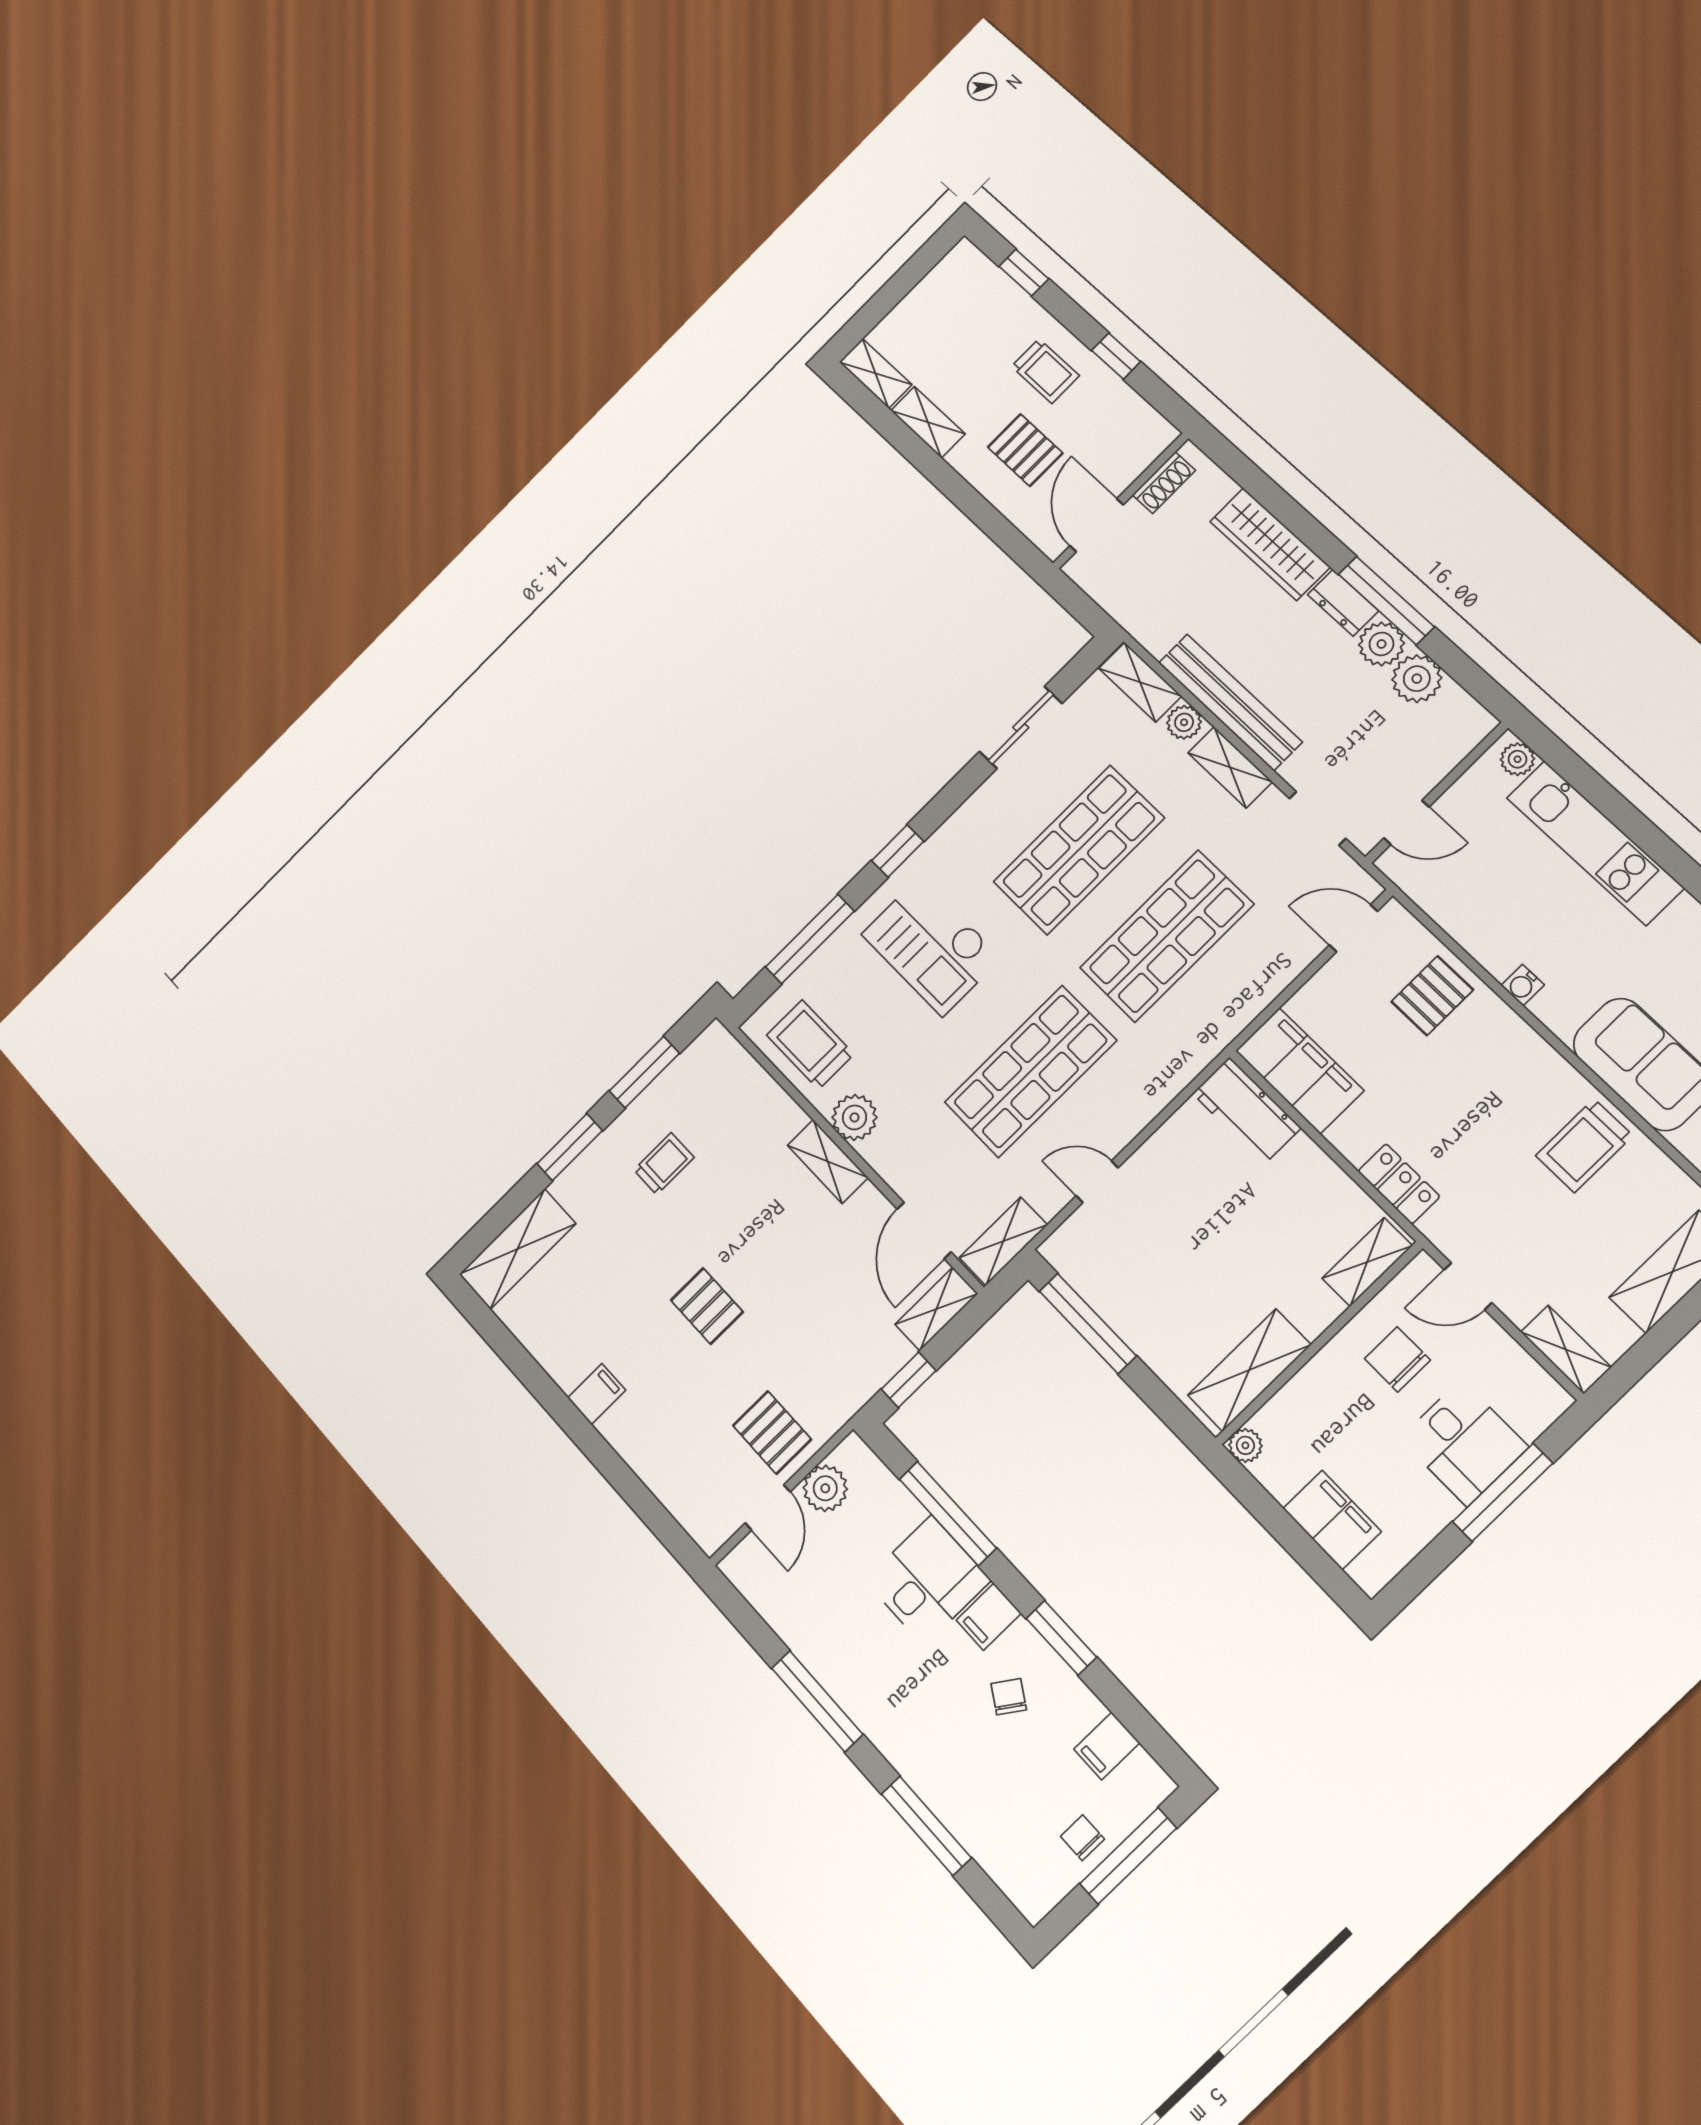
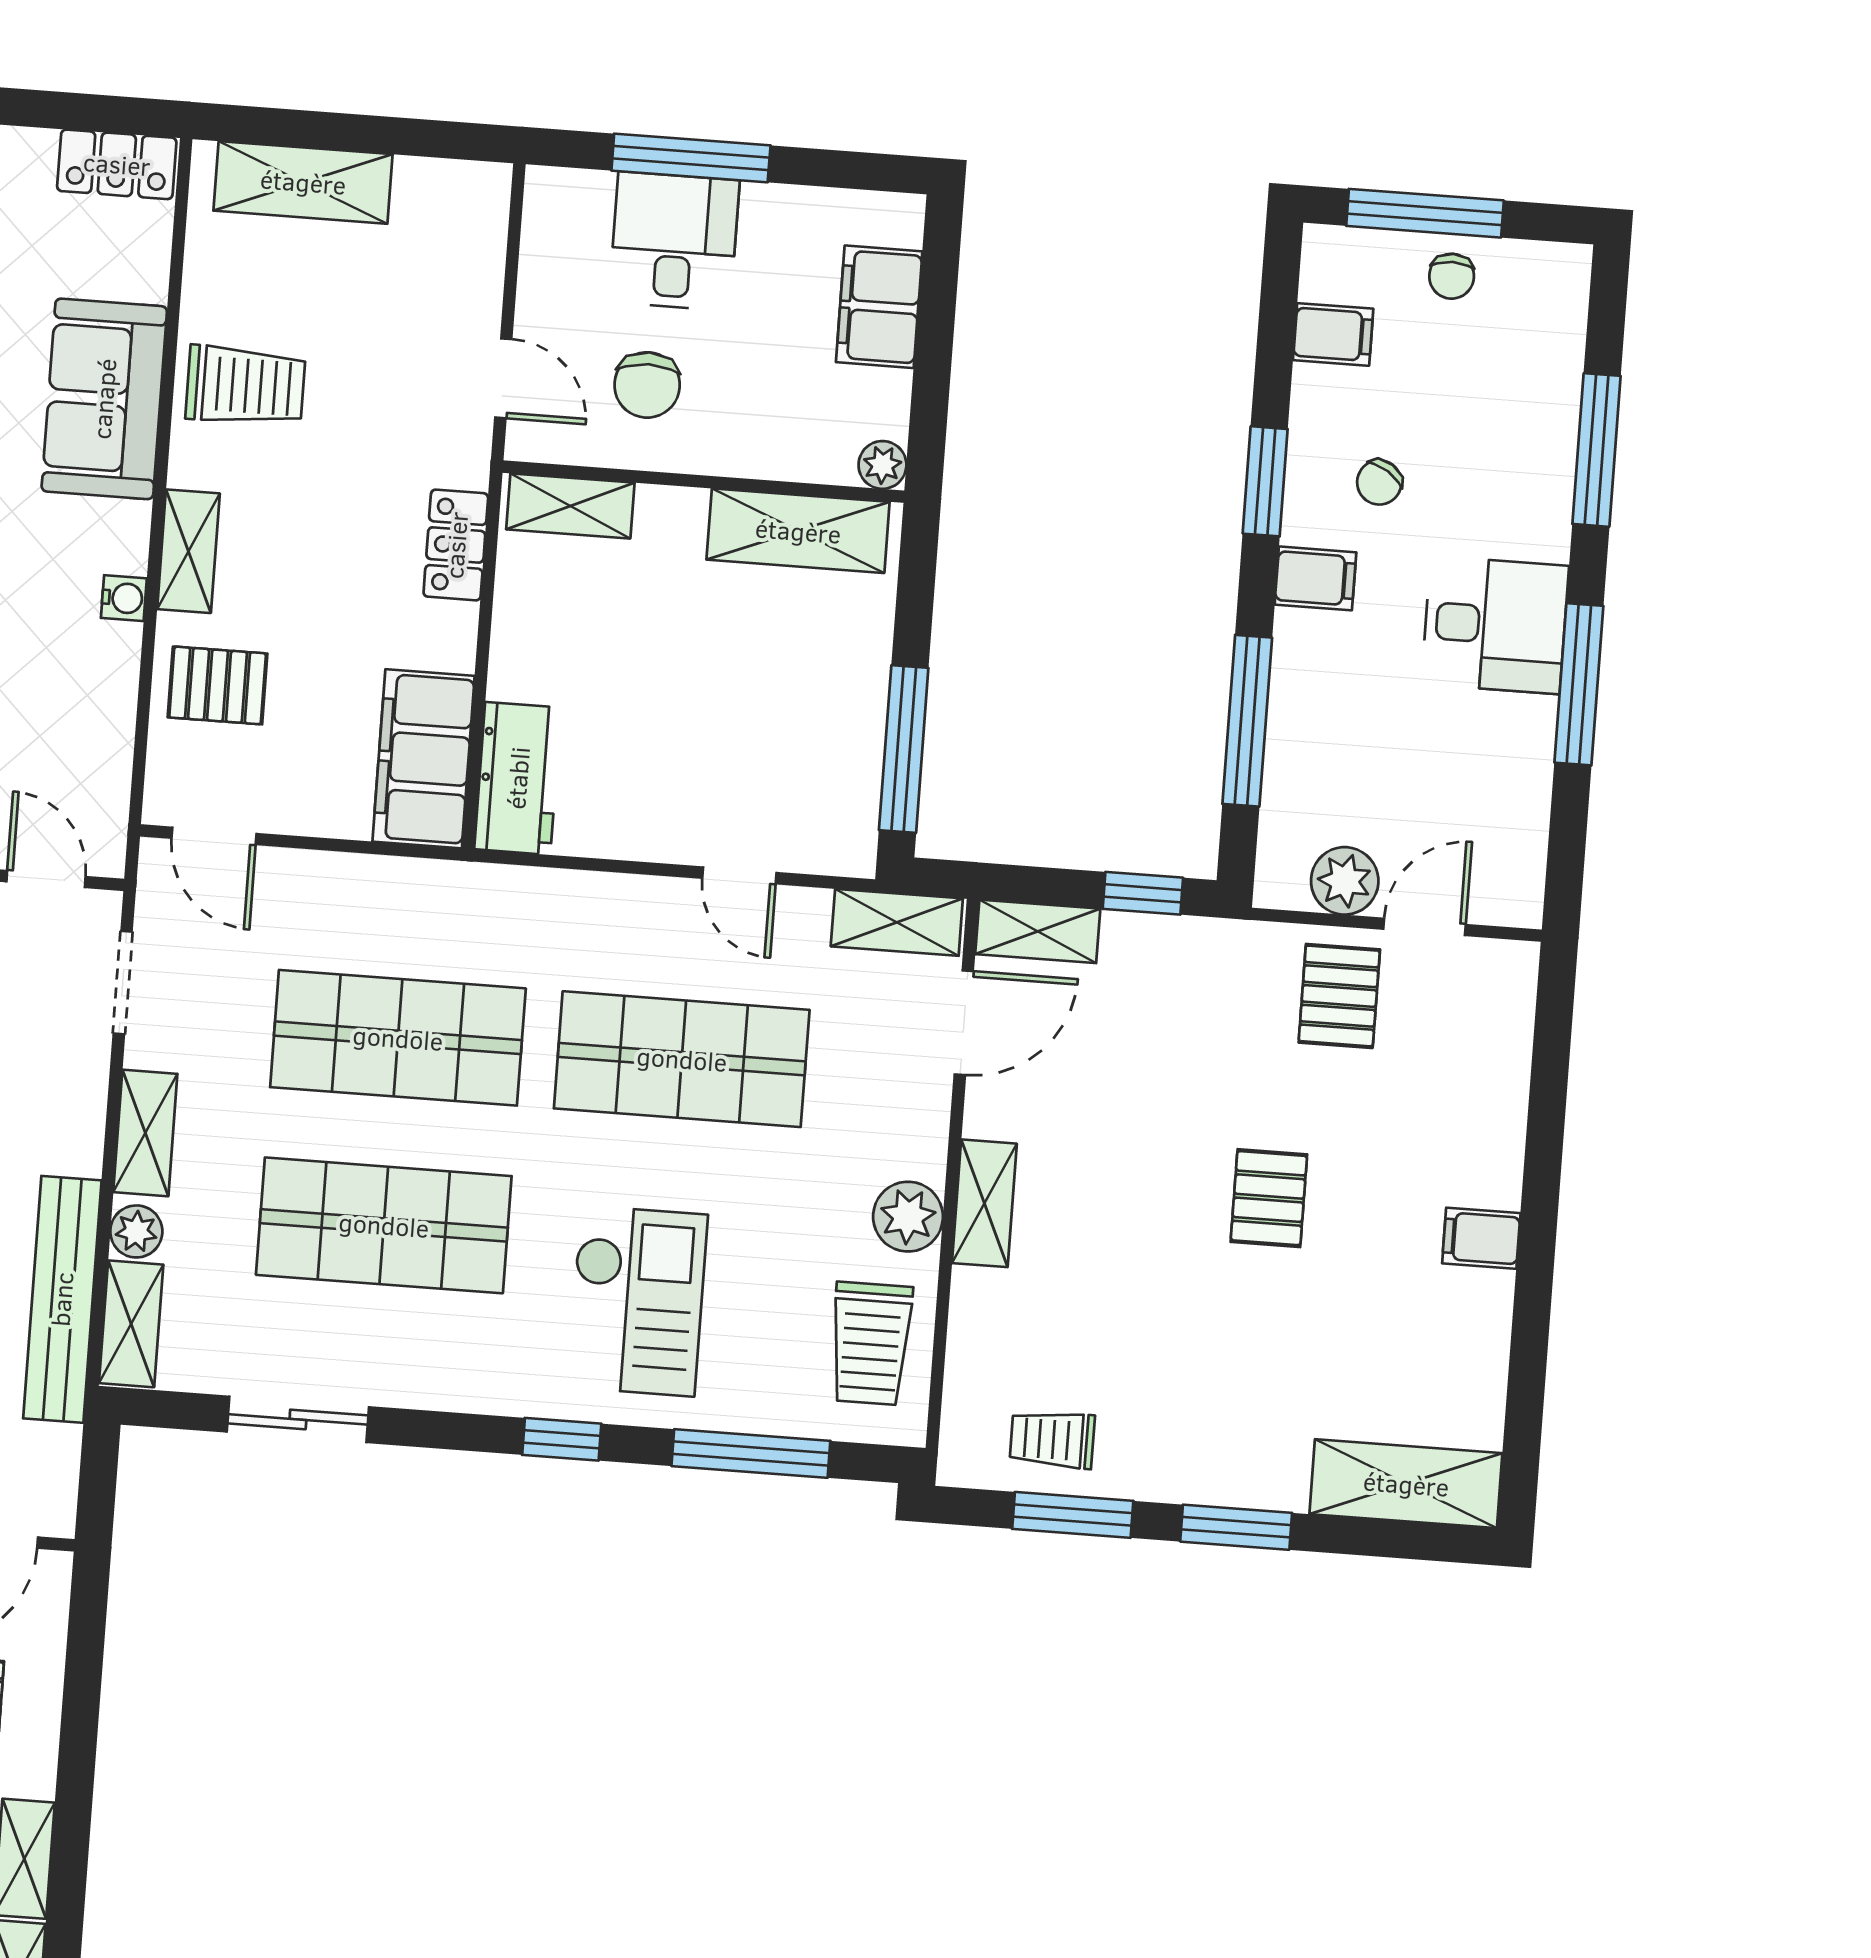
bench: (1230, 702) -> (62, 1299), moved
trolley: (664, 1164) -> (1052, 1439), moved
shelving: (1566, 1350) -> (188, 551), moved
desk: (928, 1580) -> (1495, 625), moved, turned 180

